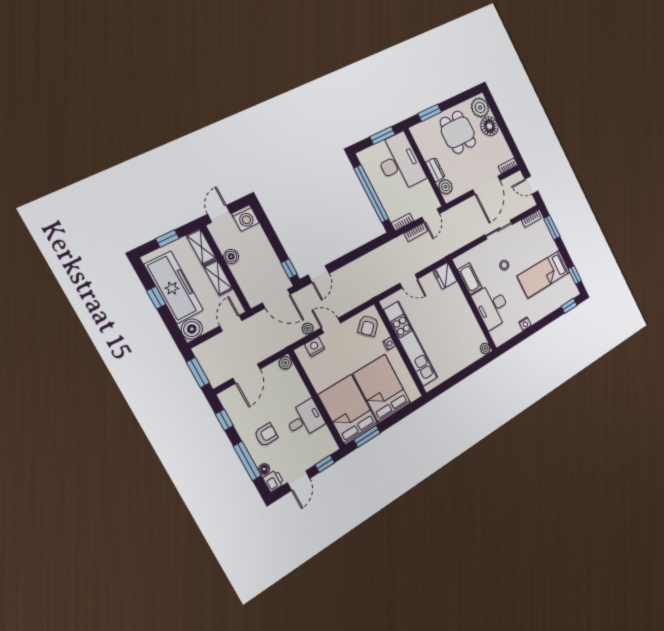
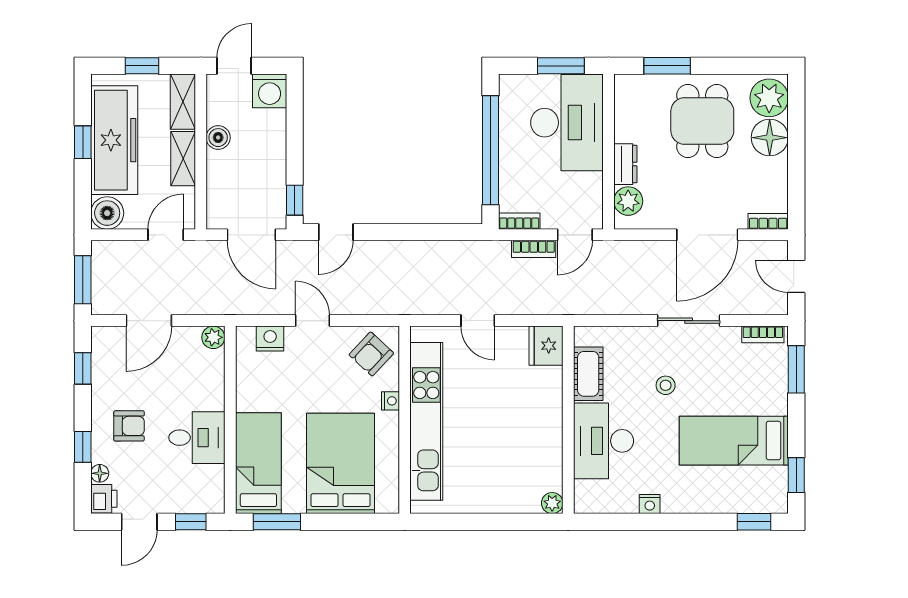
plant: (308, 328) -> (274, 305), removed
bed: (348, 410) -> (258, 463), width x0.67
window: (247, 461) -> (83, 447), width x0.46

